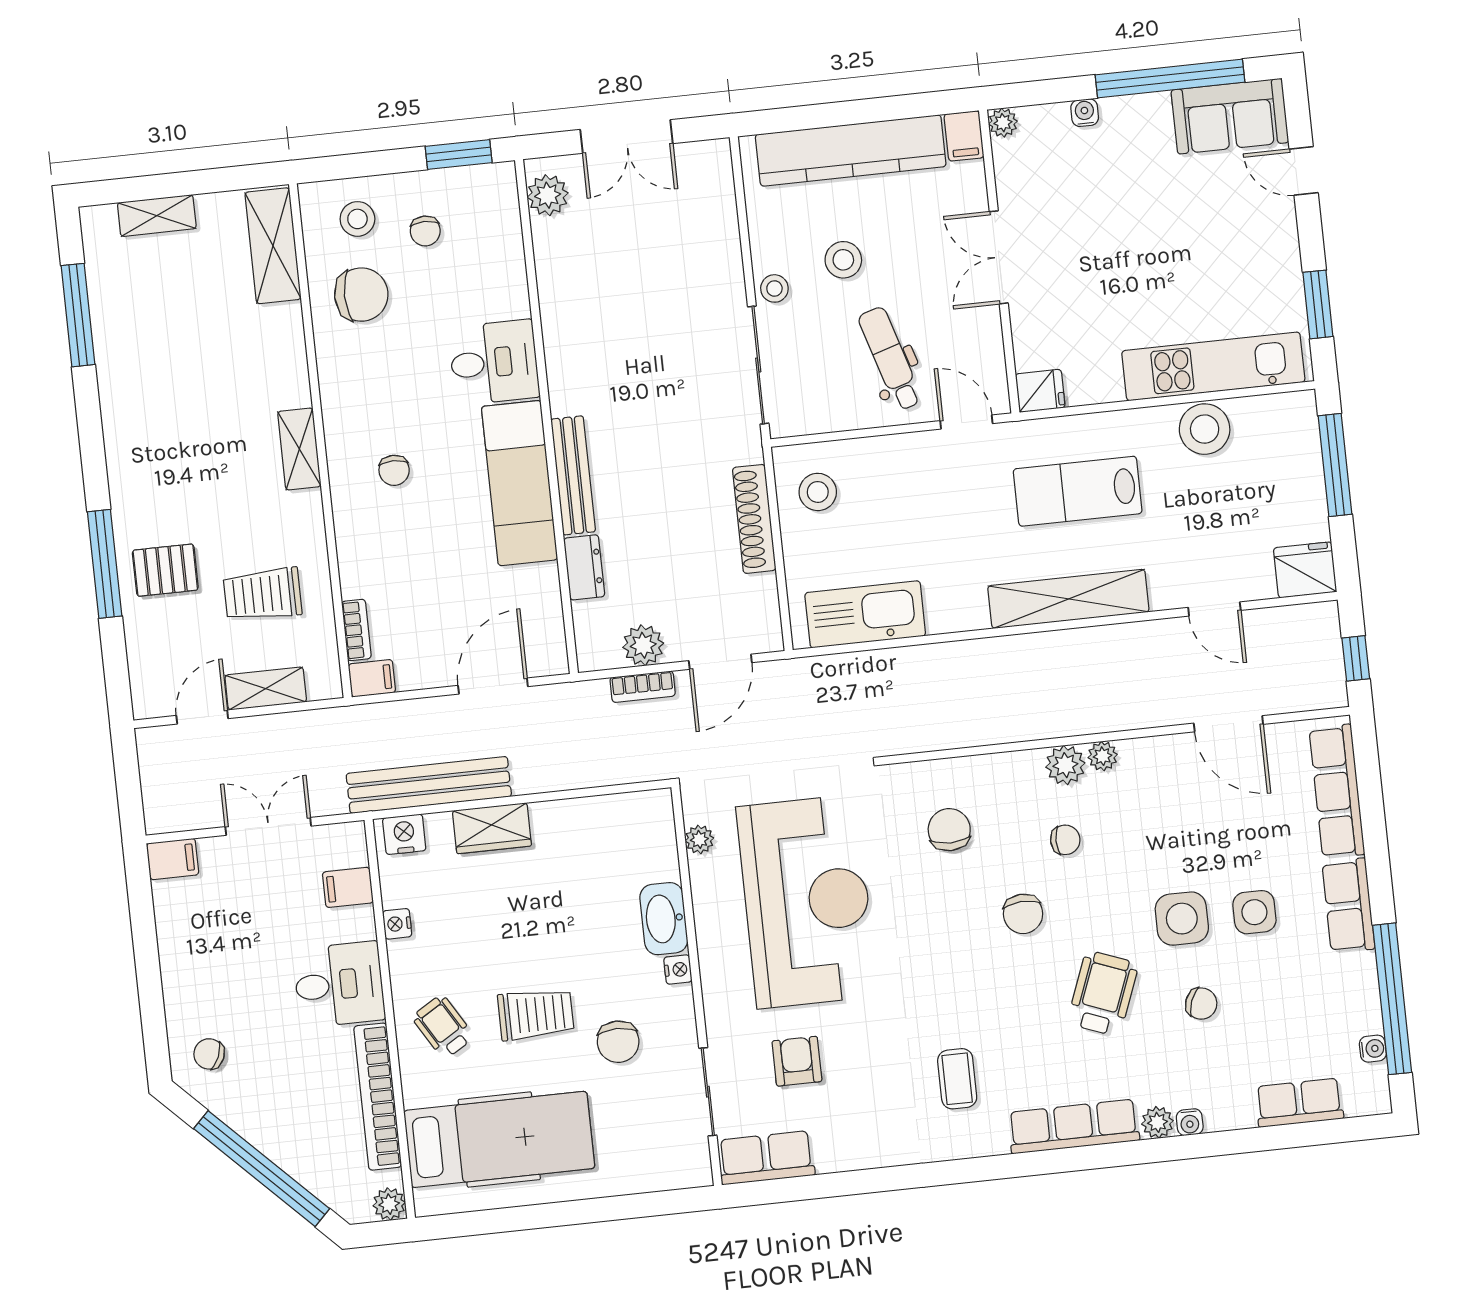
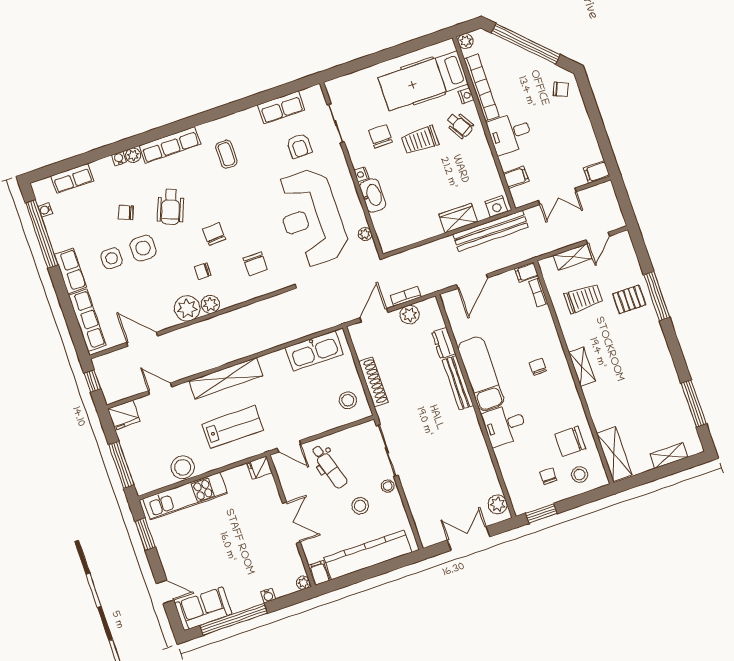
plant: (1103, 756) -> (187, 308), width x1.88, depth x1.88
nightstand: (397, 924) -> (466, 96), moved
row of seats: (766, 1158) -> (281, 107), moved

